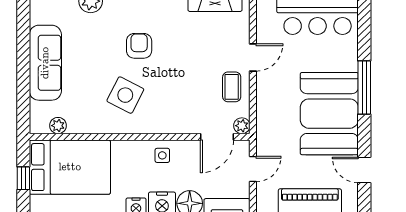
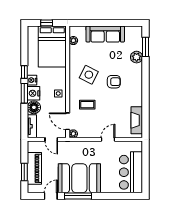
door: (253, 57) -> (108, 139), swing flipped
coffee table: (232, 87) -> (87, 105), moved
window: (364, 87) -> (78, 196), moved

